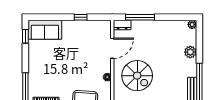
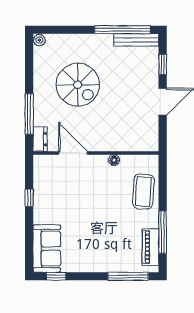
plant: (190, 52) -> (78, 42), removed
spiral stairs: (137, 76) -> (78, 85), moved, turned 90

